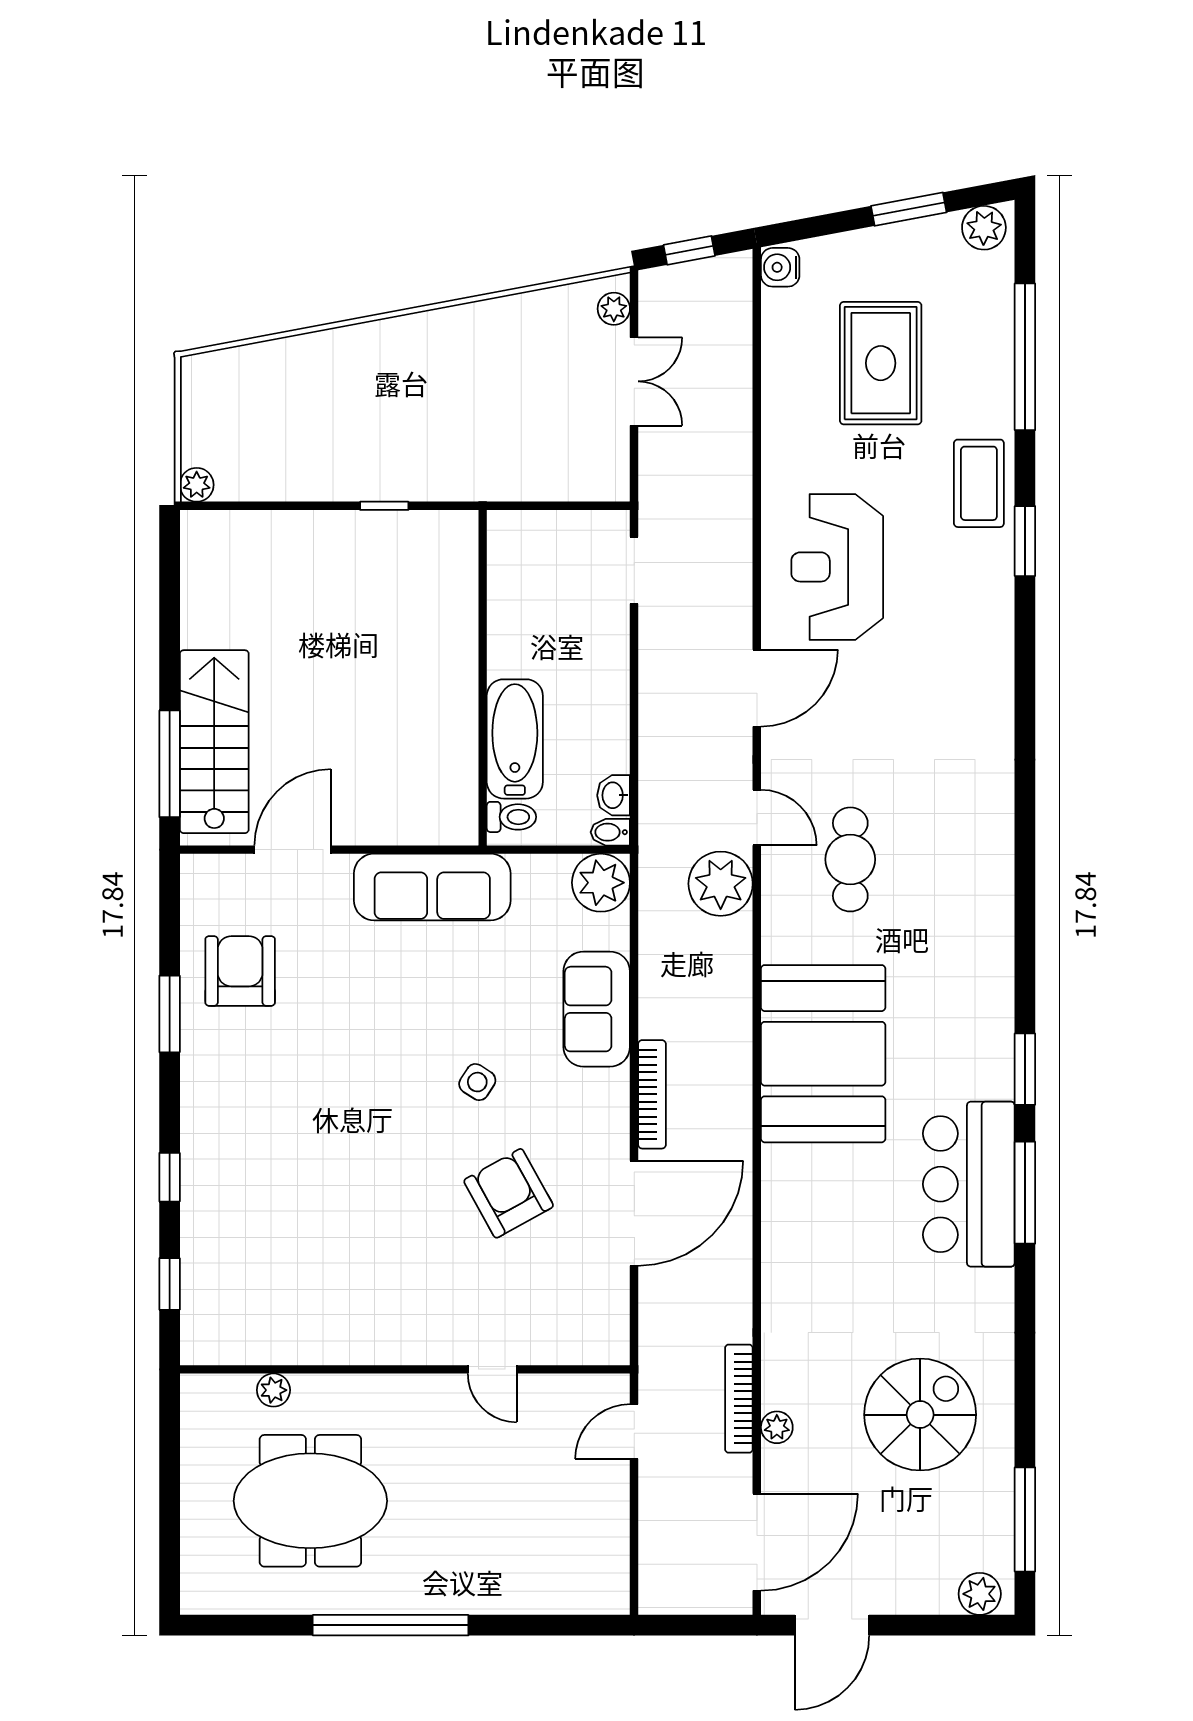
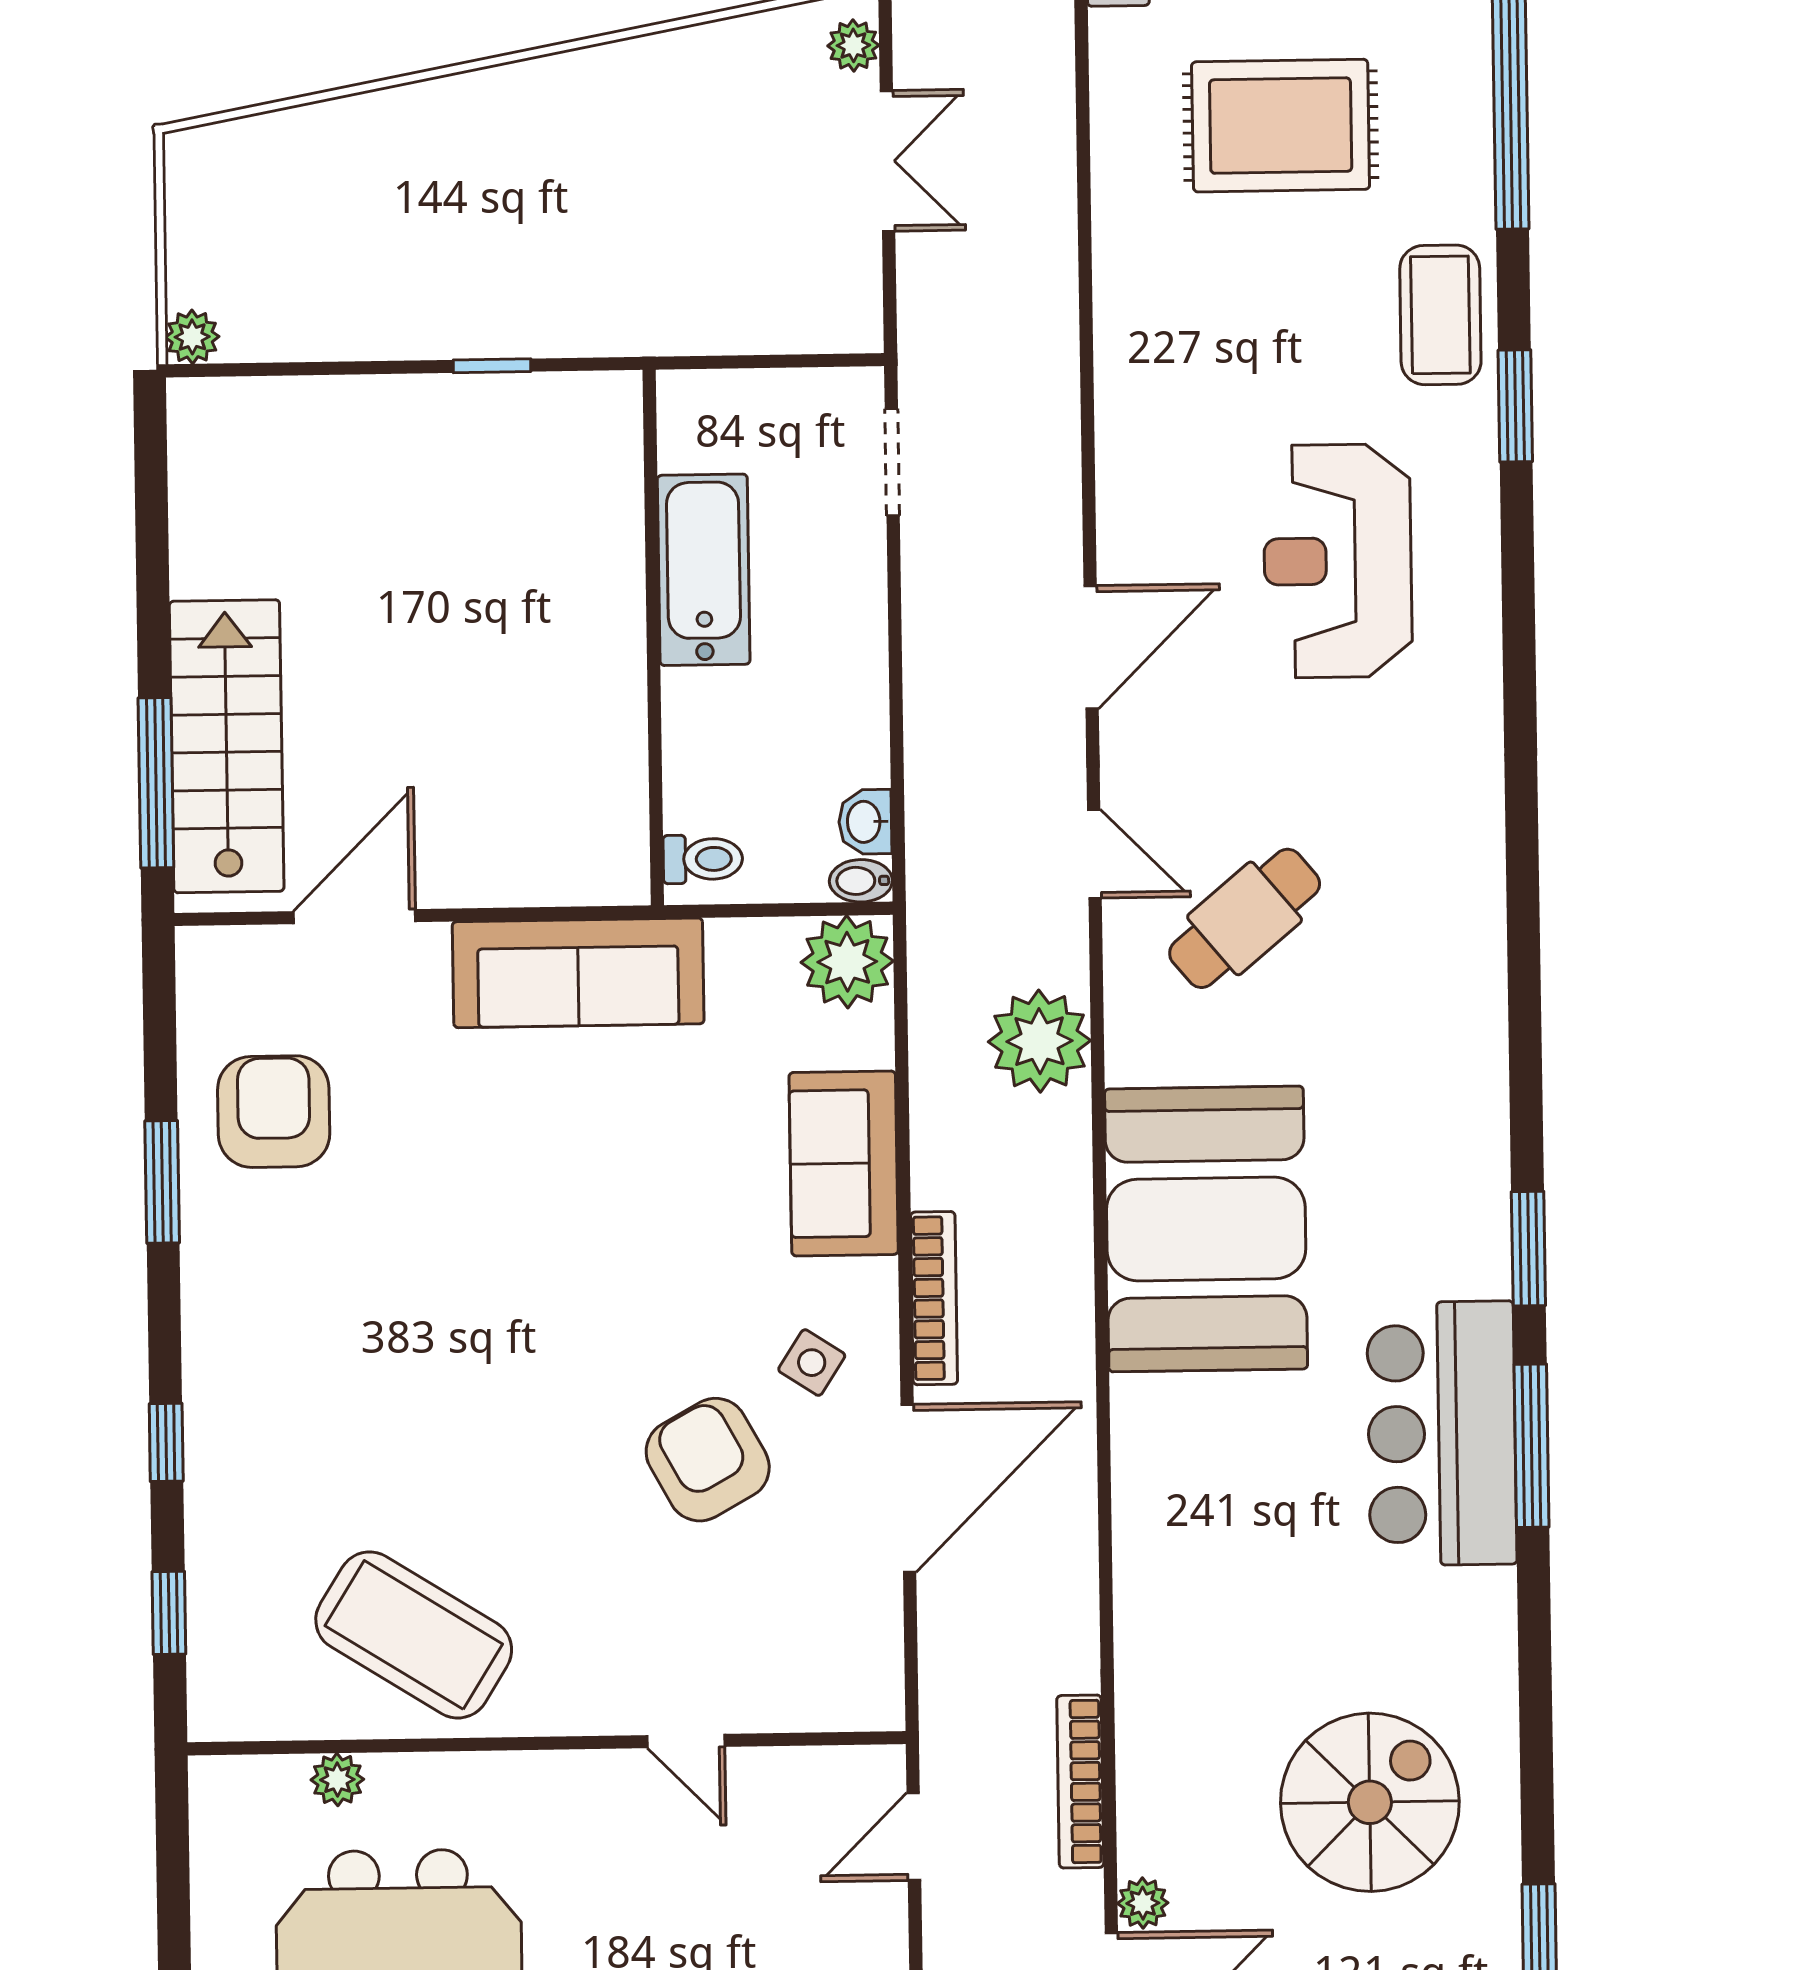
rug: (881, 363) -> (1281, 126), turned 90
reception desk: (837, 567) -> (1338, 561), moved
bathtub: (515, 739) -> (704, 570), moved
cafe table: (850, 859) -> (1245, 918), turned 50
plant: (721, 884) -> (1040, 1041), moved
side table: (477, 1082) -> (812, 1363), moved
coffee table: (323, 1300) -> (414, 1635), added
plant: (777, 1427) -> (1143, 1903), moved

